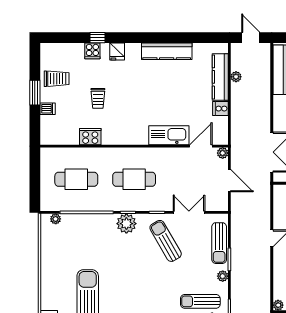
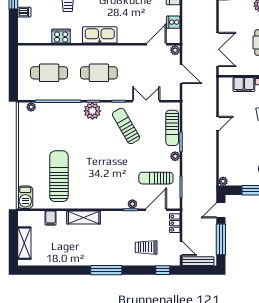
cooker: (221, 109) -> (173, 22), moved
kitchen sink: (169, 135) -> (100, 35), moved

